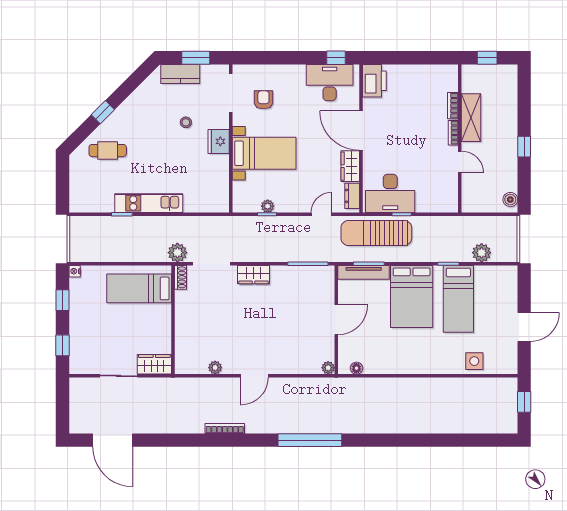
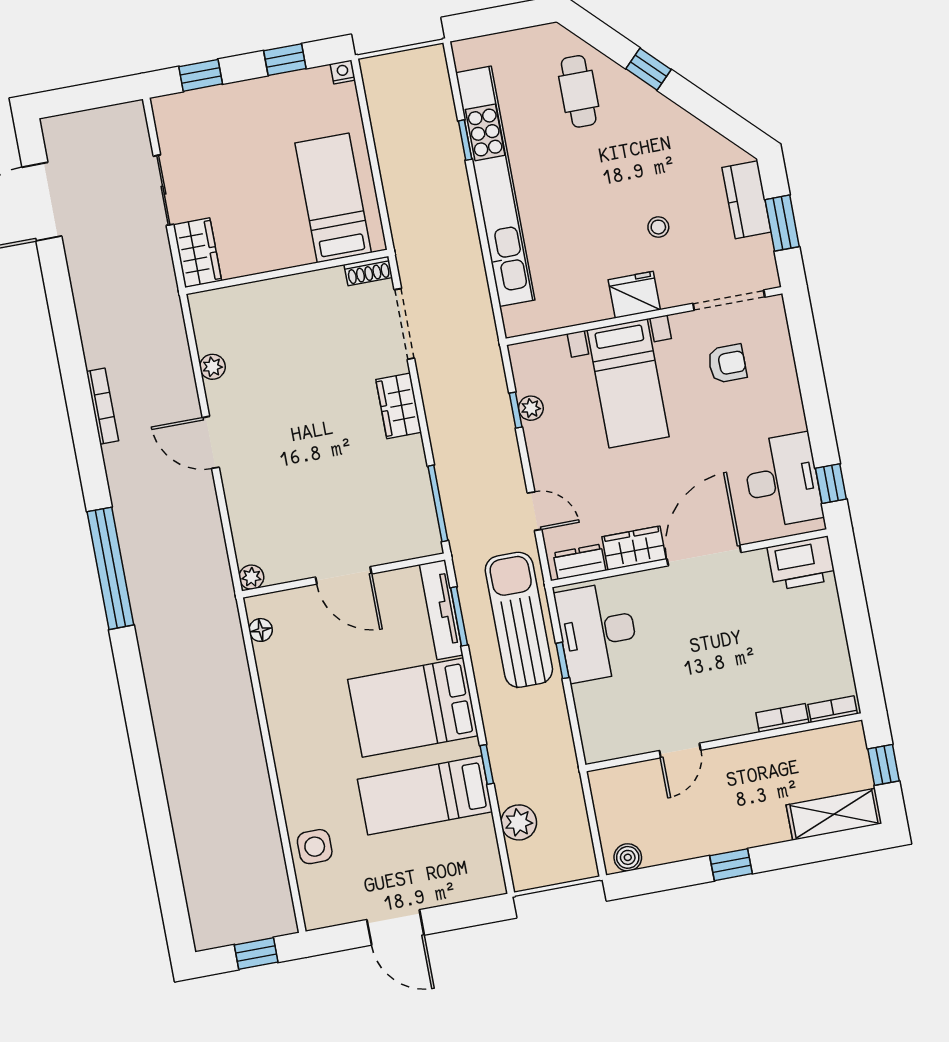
shelving: (471, 118) -> (834, 814), moved
bookcase: (453, 133) -> (833, 709), moved
kitchen unit: (149, 203) -> (495, 186), width x1.86
plant: (177, 253) -> (413, 257), removed

